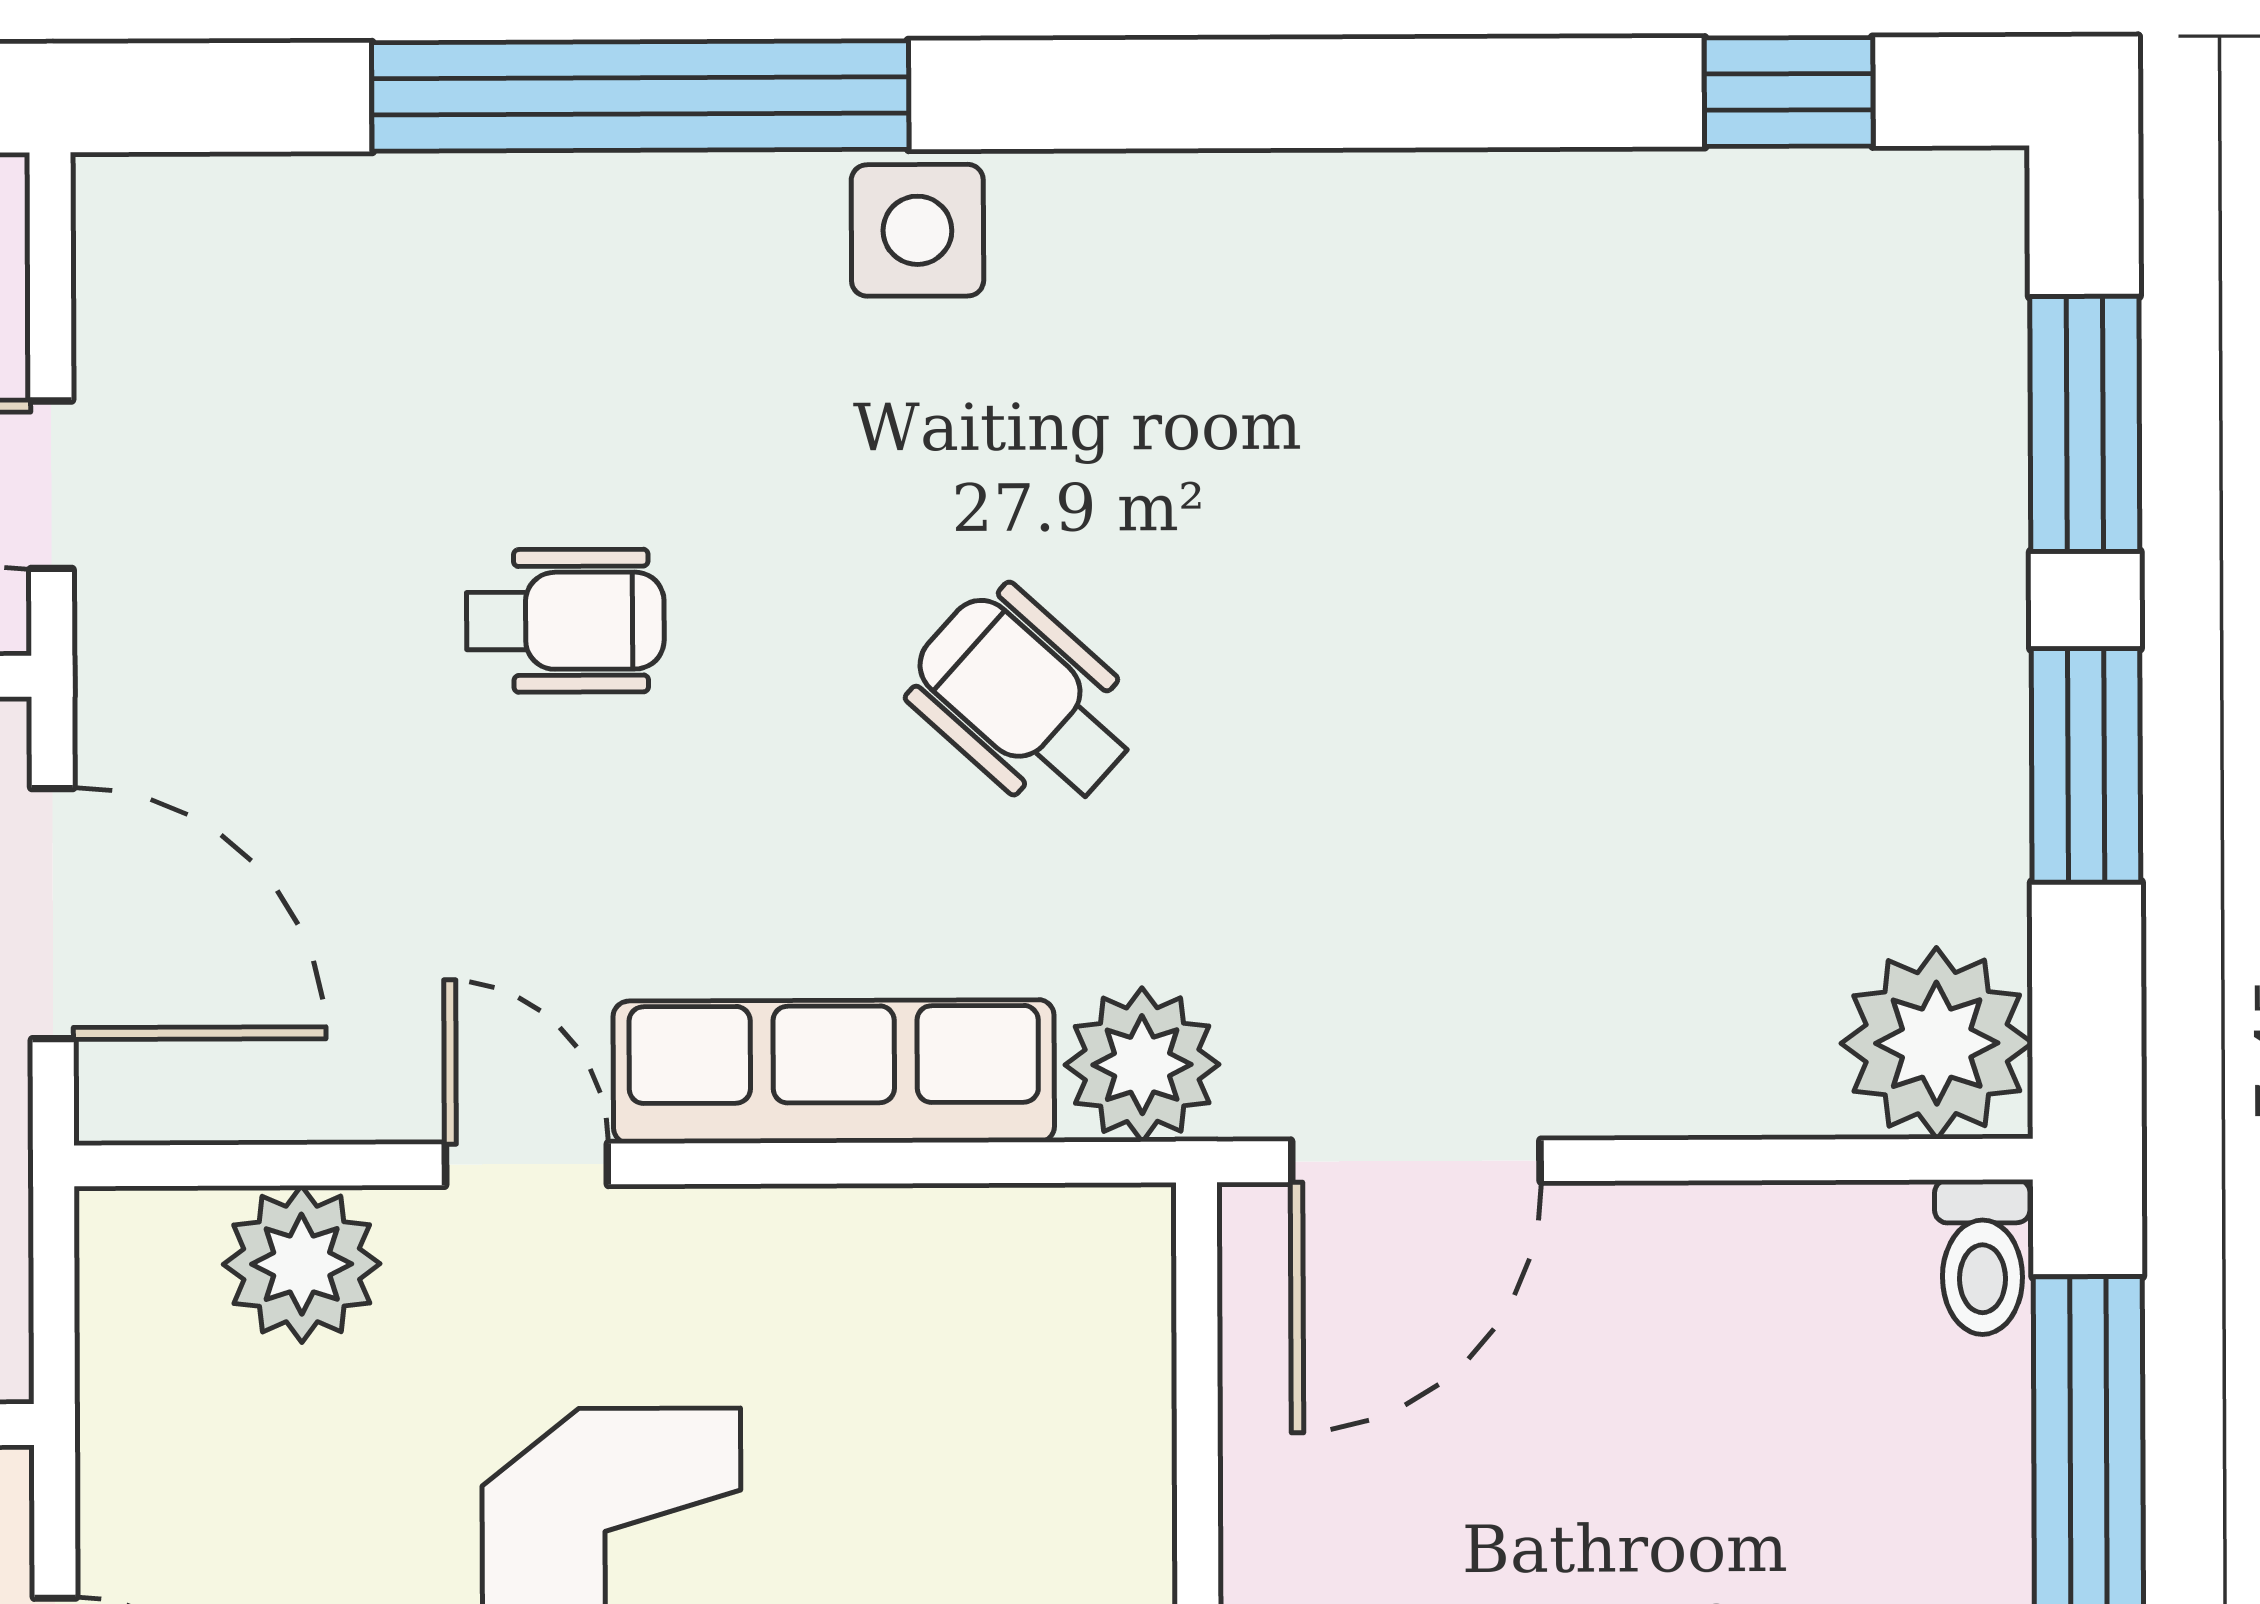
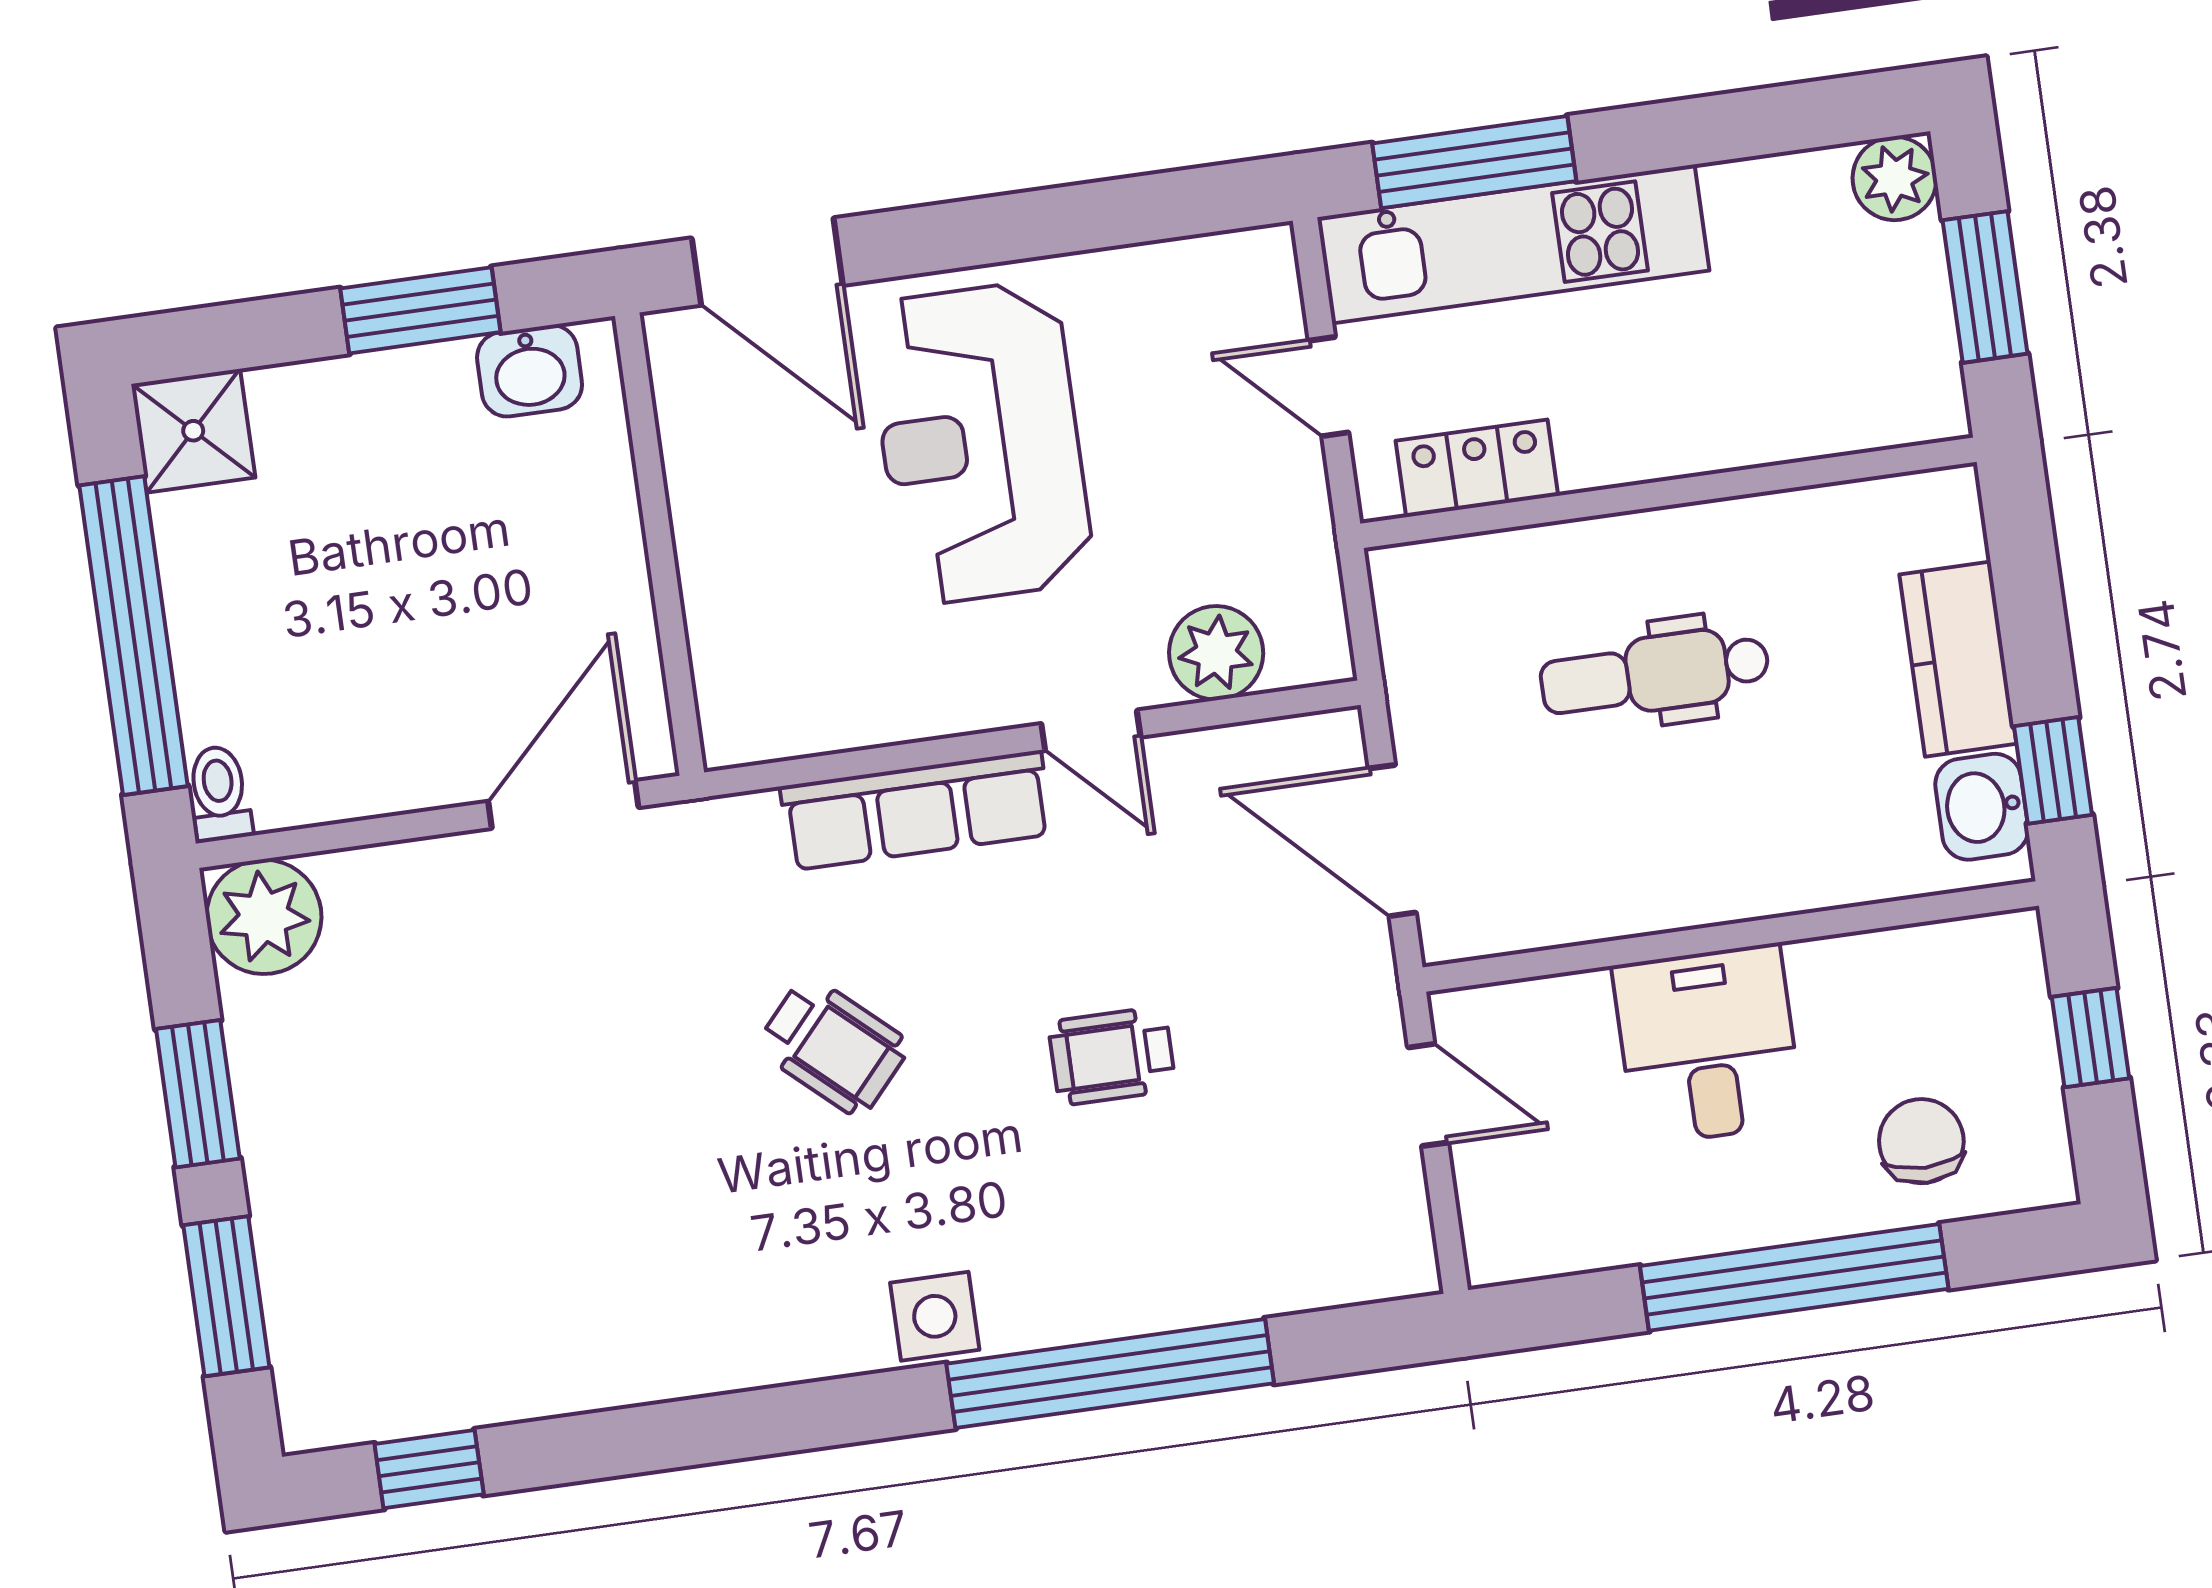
plant: (1142, 1065) -> (734, 840), removed

